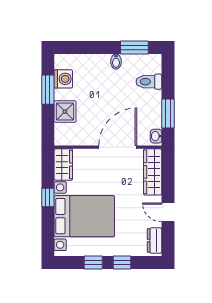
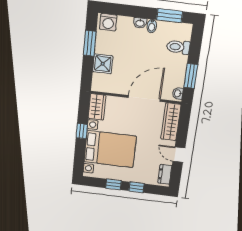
washbasin: (102, 60) -> (140, 23), added
washing machine: (63, 79) -> (108, 22), moved, turned 90

